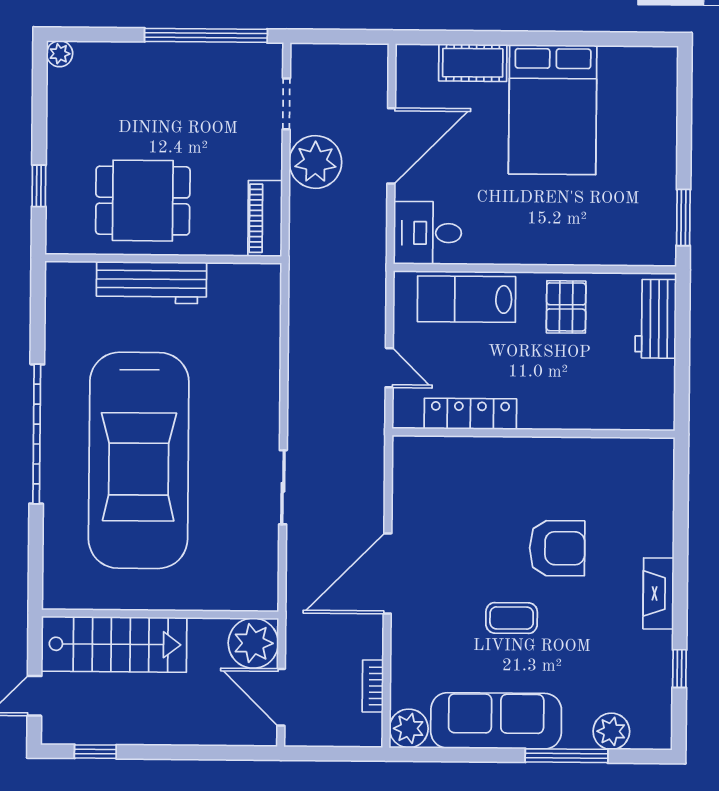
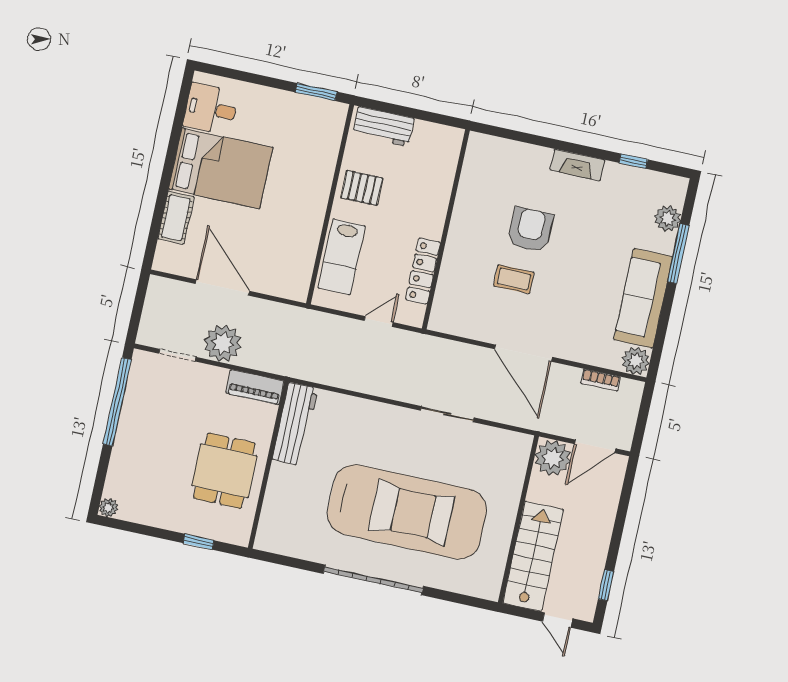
desk: (428, 233) -> (211, 109), moved, turned 90
workbench: (151, 283) -> (295, 424), moved
coffee table: (512, 618) -> (514, 279), moved, turned 90

